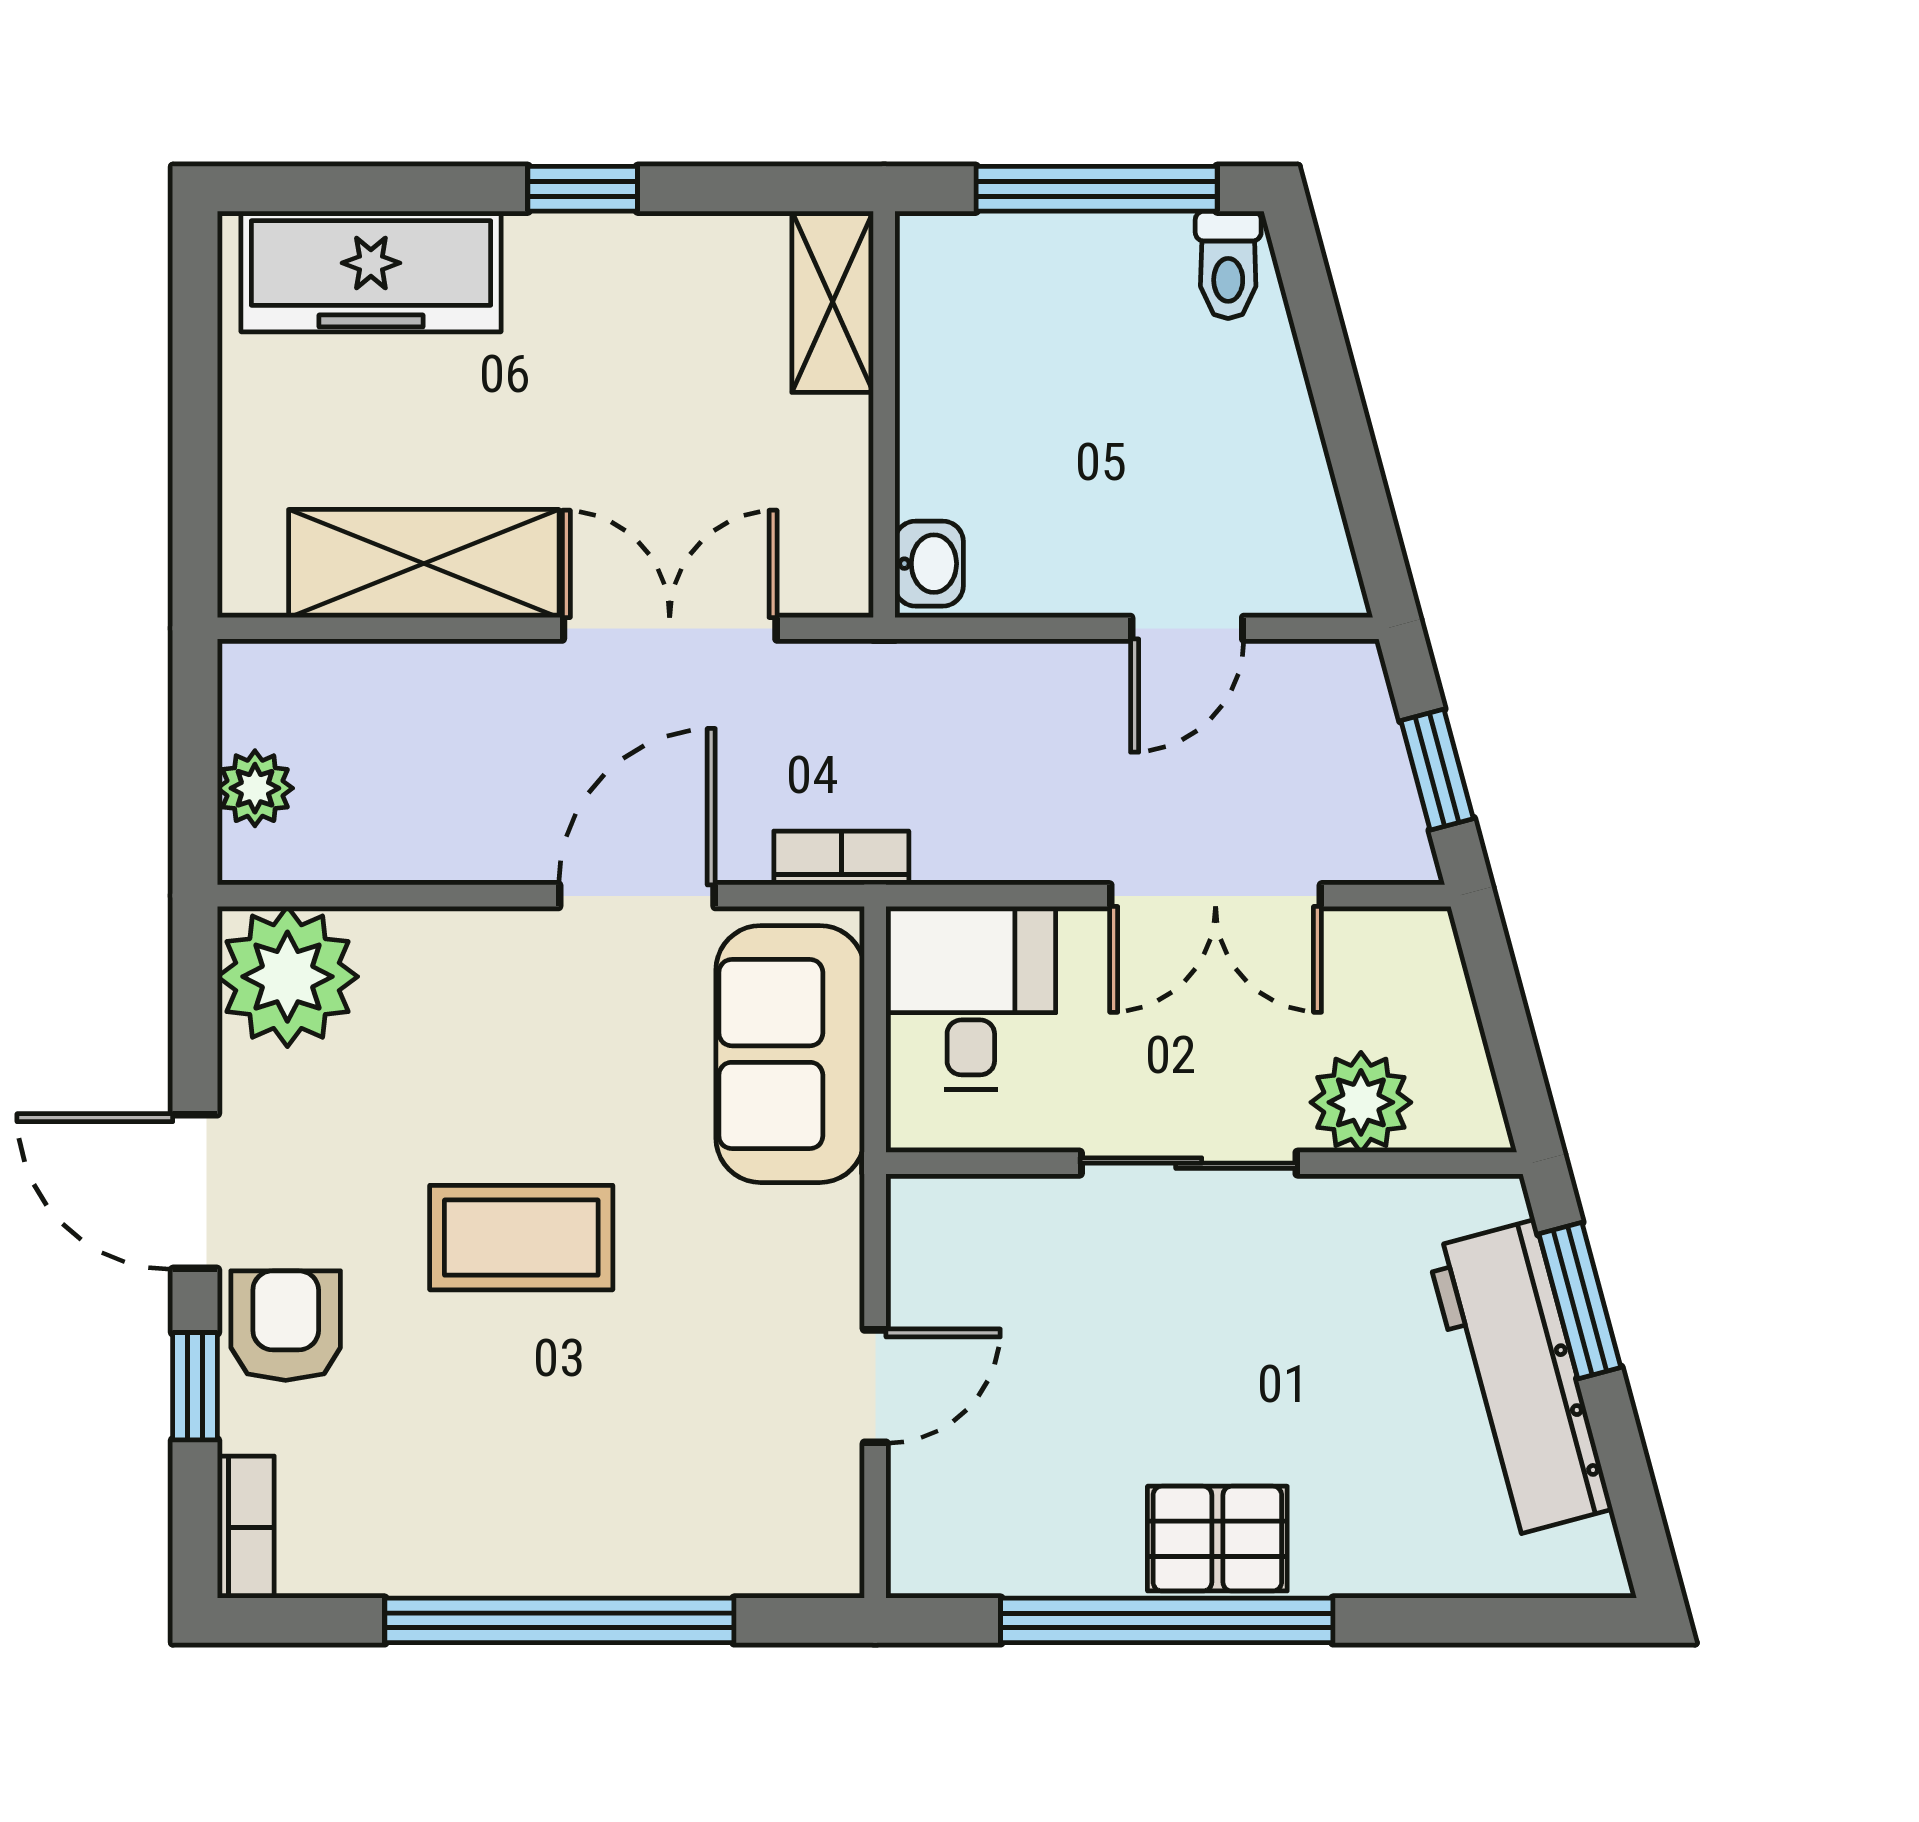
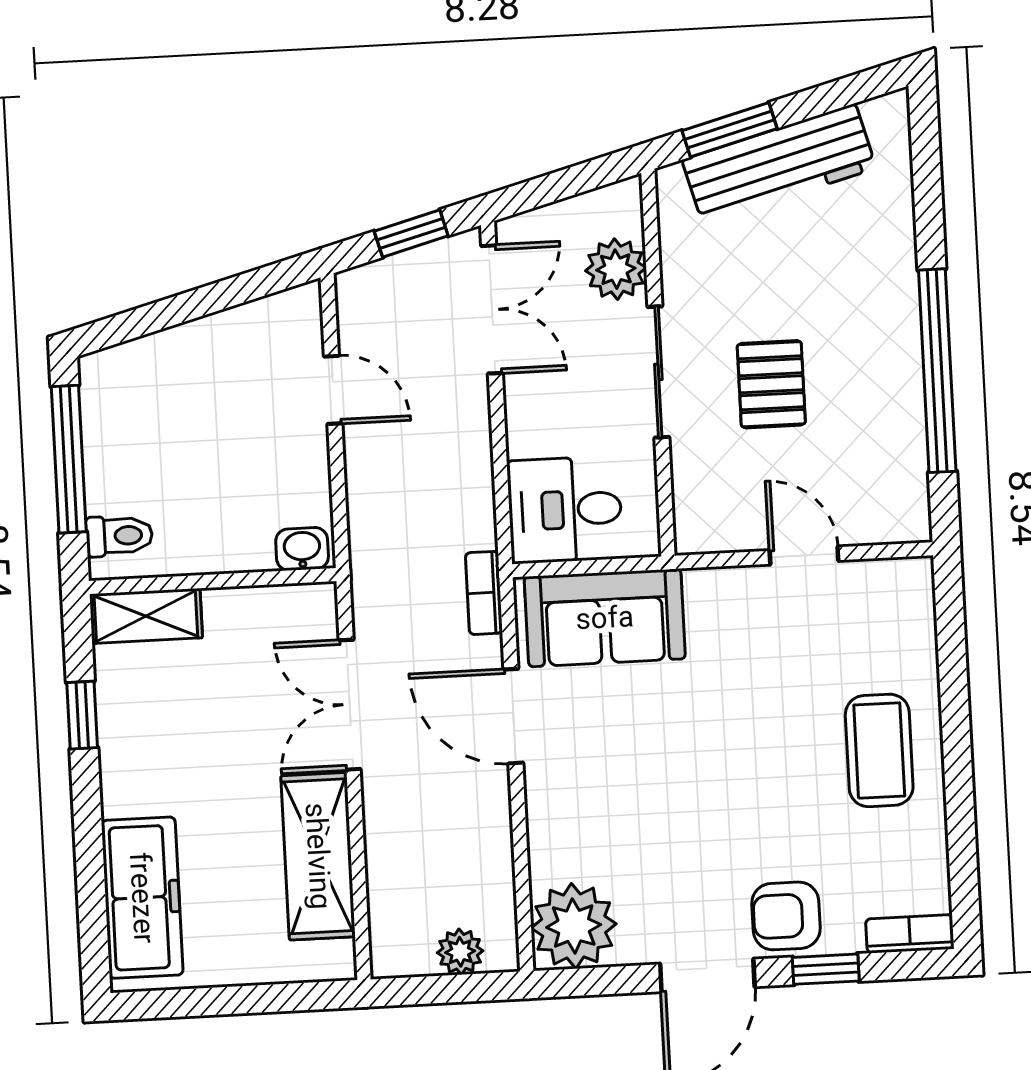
window: (583, 189) -> (82, 715), moved
toilet: (1228, 265) -> (119, 536), moved
double door: (1216, 896) -> (492, 309), moved
coffee table: (521, 1238) -> (879, 750), moved
pallet: (1217, 1539) -> (771, 384), moved
window: (559, 1620) -> (957, 740), removed

